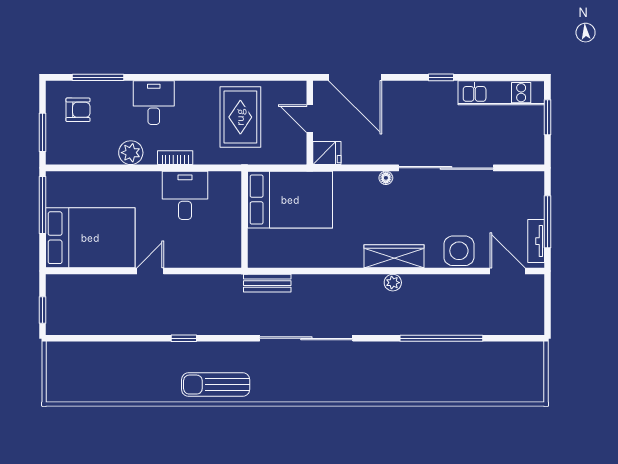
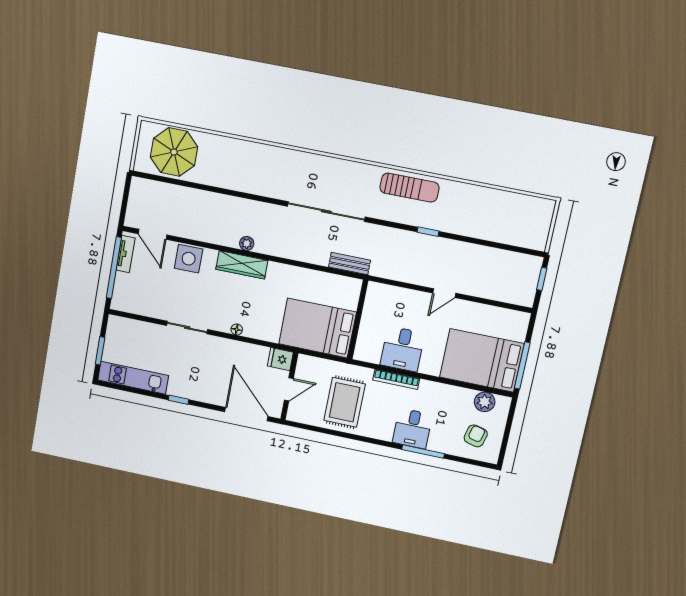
window: (98, 77) -> (423, 452), moved
armchair: (78, 110) -> (476, 436), turned 104
door: (310, 119) -> (289, 389), hinge flipped
window: (43, 132) -> (509, 424), removed
plant: (131, 153) -> (485, 402), moved
bookcase: (175, 158) -> (396, 379), width x1.56
sliding door: (446, 168) -> (187, 328), width x0.54
window: (548, 222) -> (114, 268), width x1.46
bed: (90, 238) -> (482, 360), moved
window: (441, 338) -> (215, 190), removed
parasol: (499, 373) -> (174, 152), added

